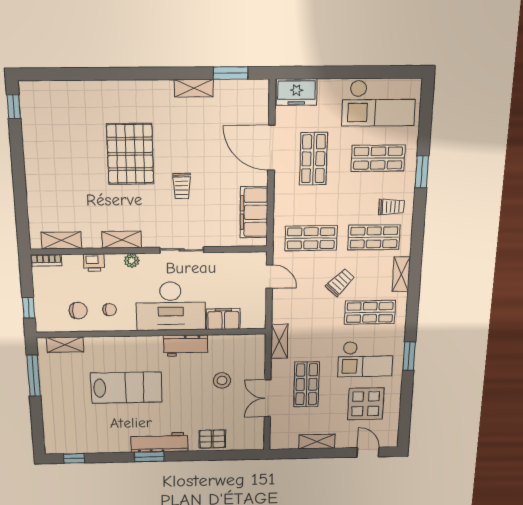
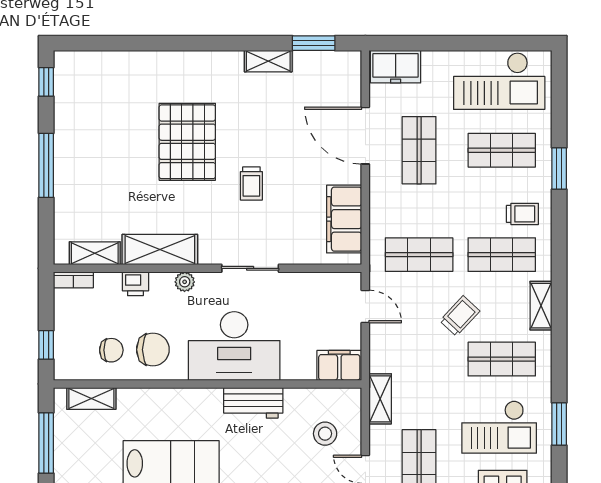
window: (19, 174) -> (46, 165), added
shelving: (122, 240) -> (160, 250), width x1.50, depth x1.33
chair: (110, 310) -> (153, 350), width x1.87, depth x1.87
filing cabinet: (223, 319) -> (339, 365), moved
stool: (222, 380) -> (325, 434), moved

